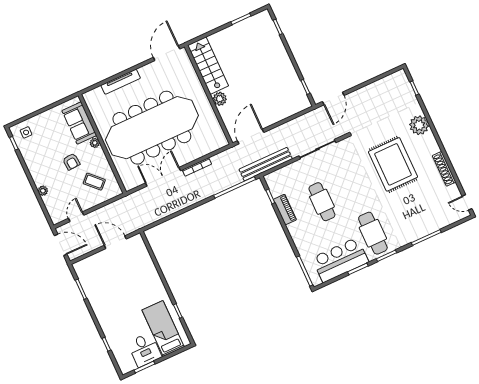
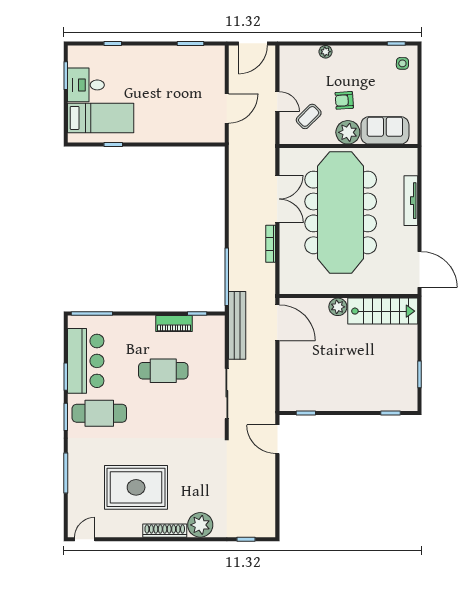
plant: (95, 143) -> (348, 132), width x1.88, depth x1.88
rug: (393, 164) -> (136, 487), moved
shoe rack: (444, 169) -> (165, 531), moved
door: (76, 217) -> (277, 102), moved

